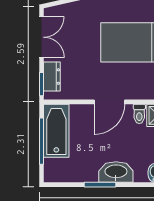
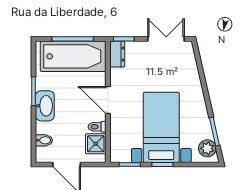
double door: (42, 37) -> (166, 39), swing flipped
dresser: (52, 77) -> (117, 54), moved, turned -90
bathtub: (56, 131) -> (73, 56), width x1.36, depth x1.36

